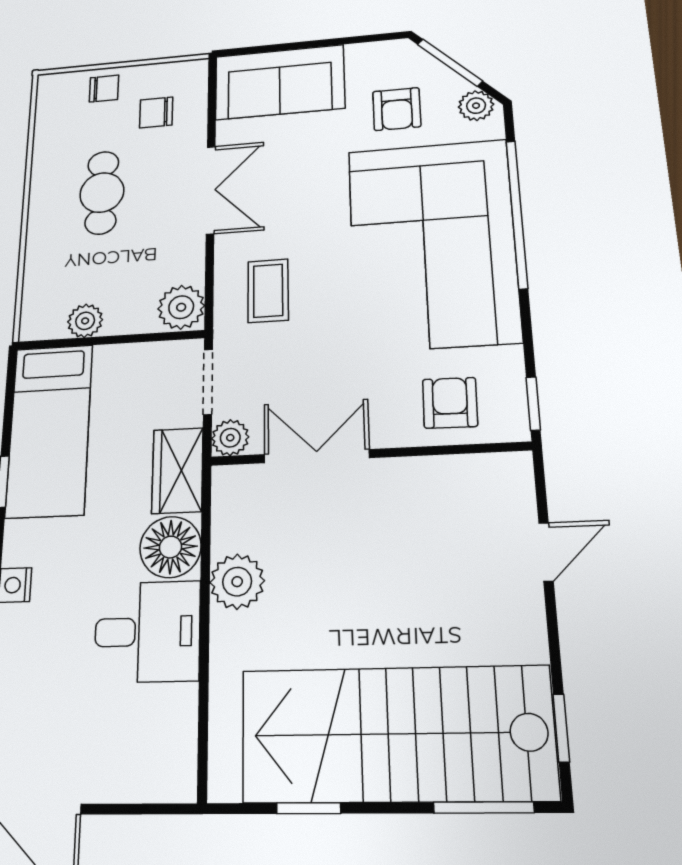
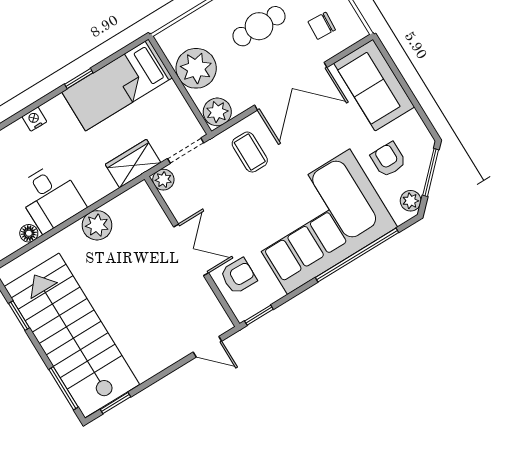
armchair: (397, 109) -> (388, 159), turned 90
chair: (156, 113) -> (322, 26), turned -87
double door: (211, 190) -> (291, 86), width x1.37
coffee table: (268, 291) -> (250, 152), turned 90
plant: (85, 321) -> (196, 68), width x1.88, depth x1.88
double door: (317, 456) -> (191, 250), moved
floor lamp: (170, 547) -> (29, 233), moved, width x0.53, depth x0.53
door: (546, 552) -> (207, 347), moved

